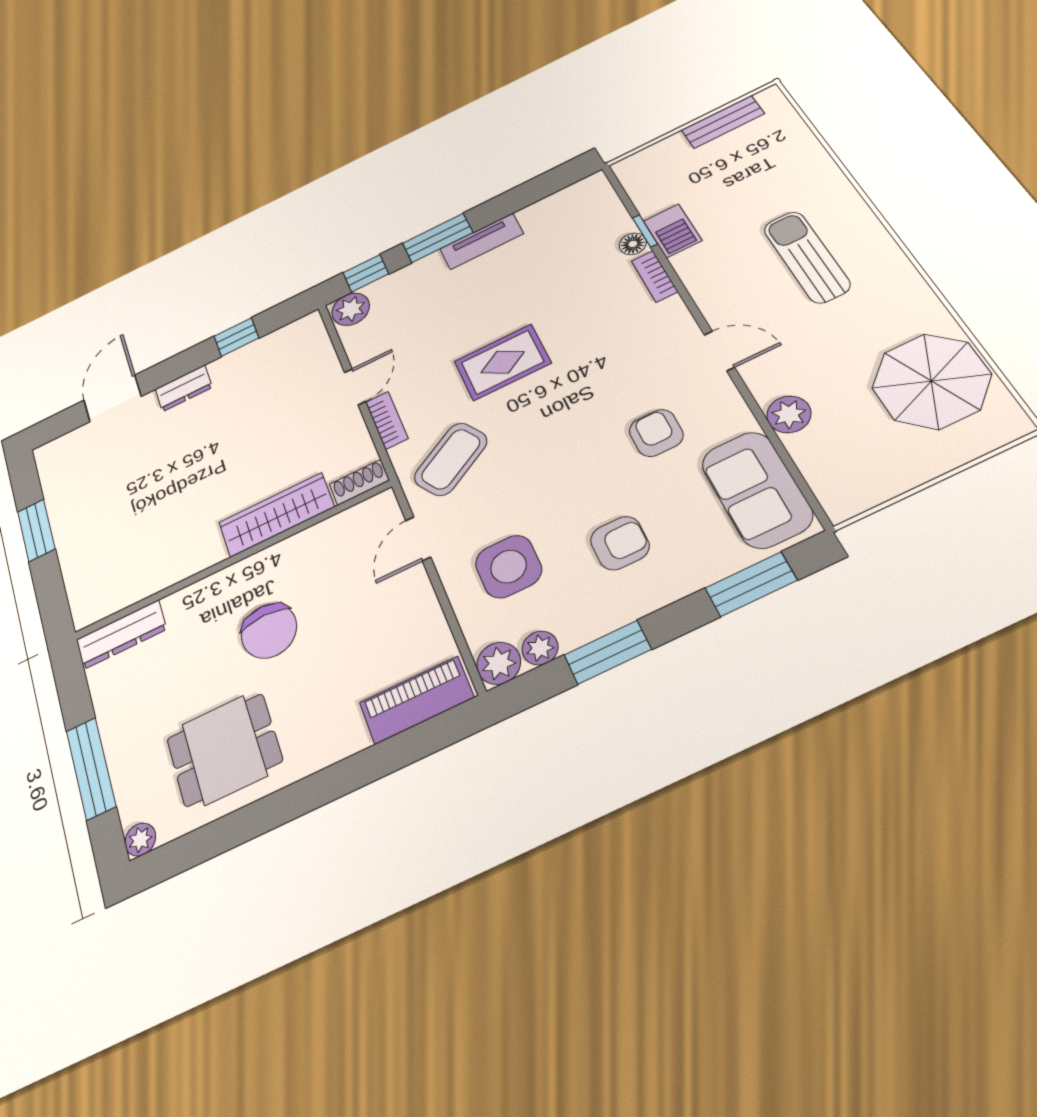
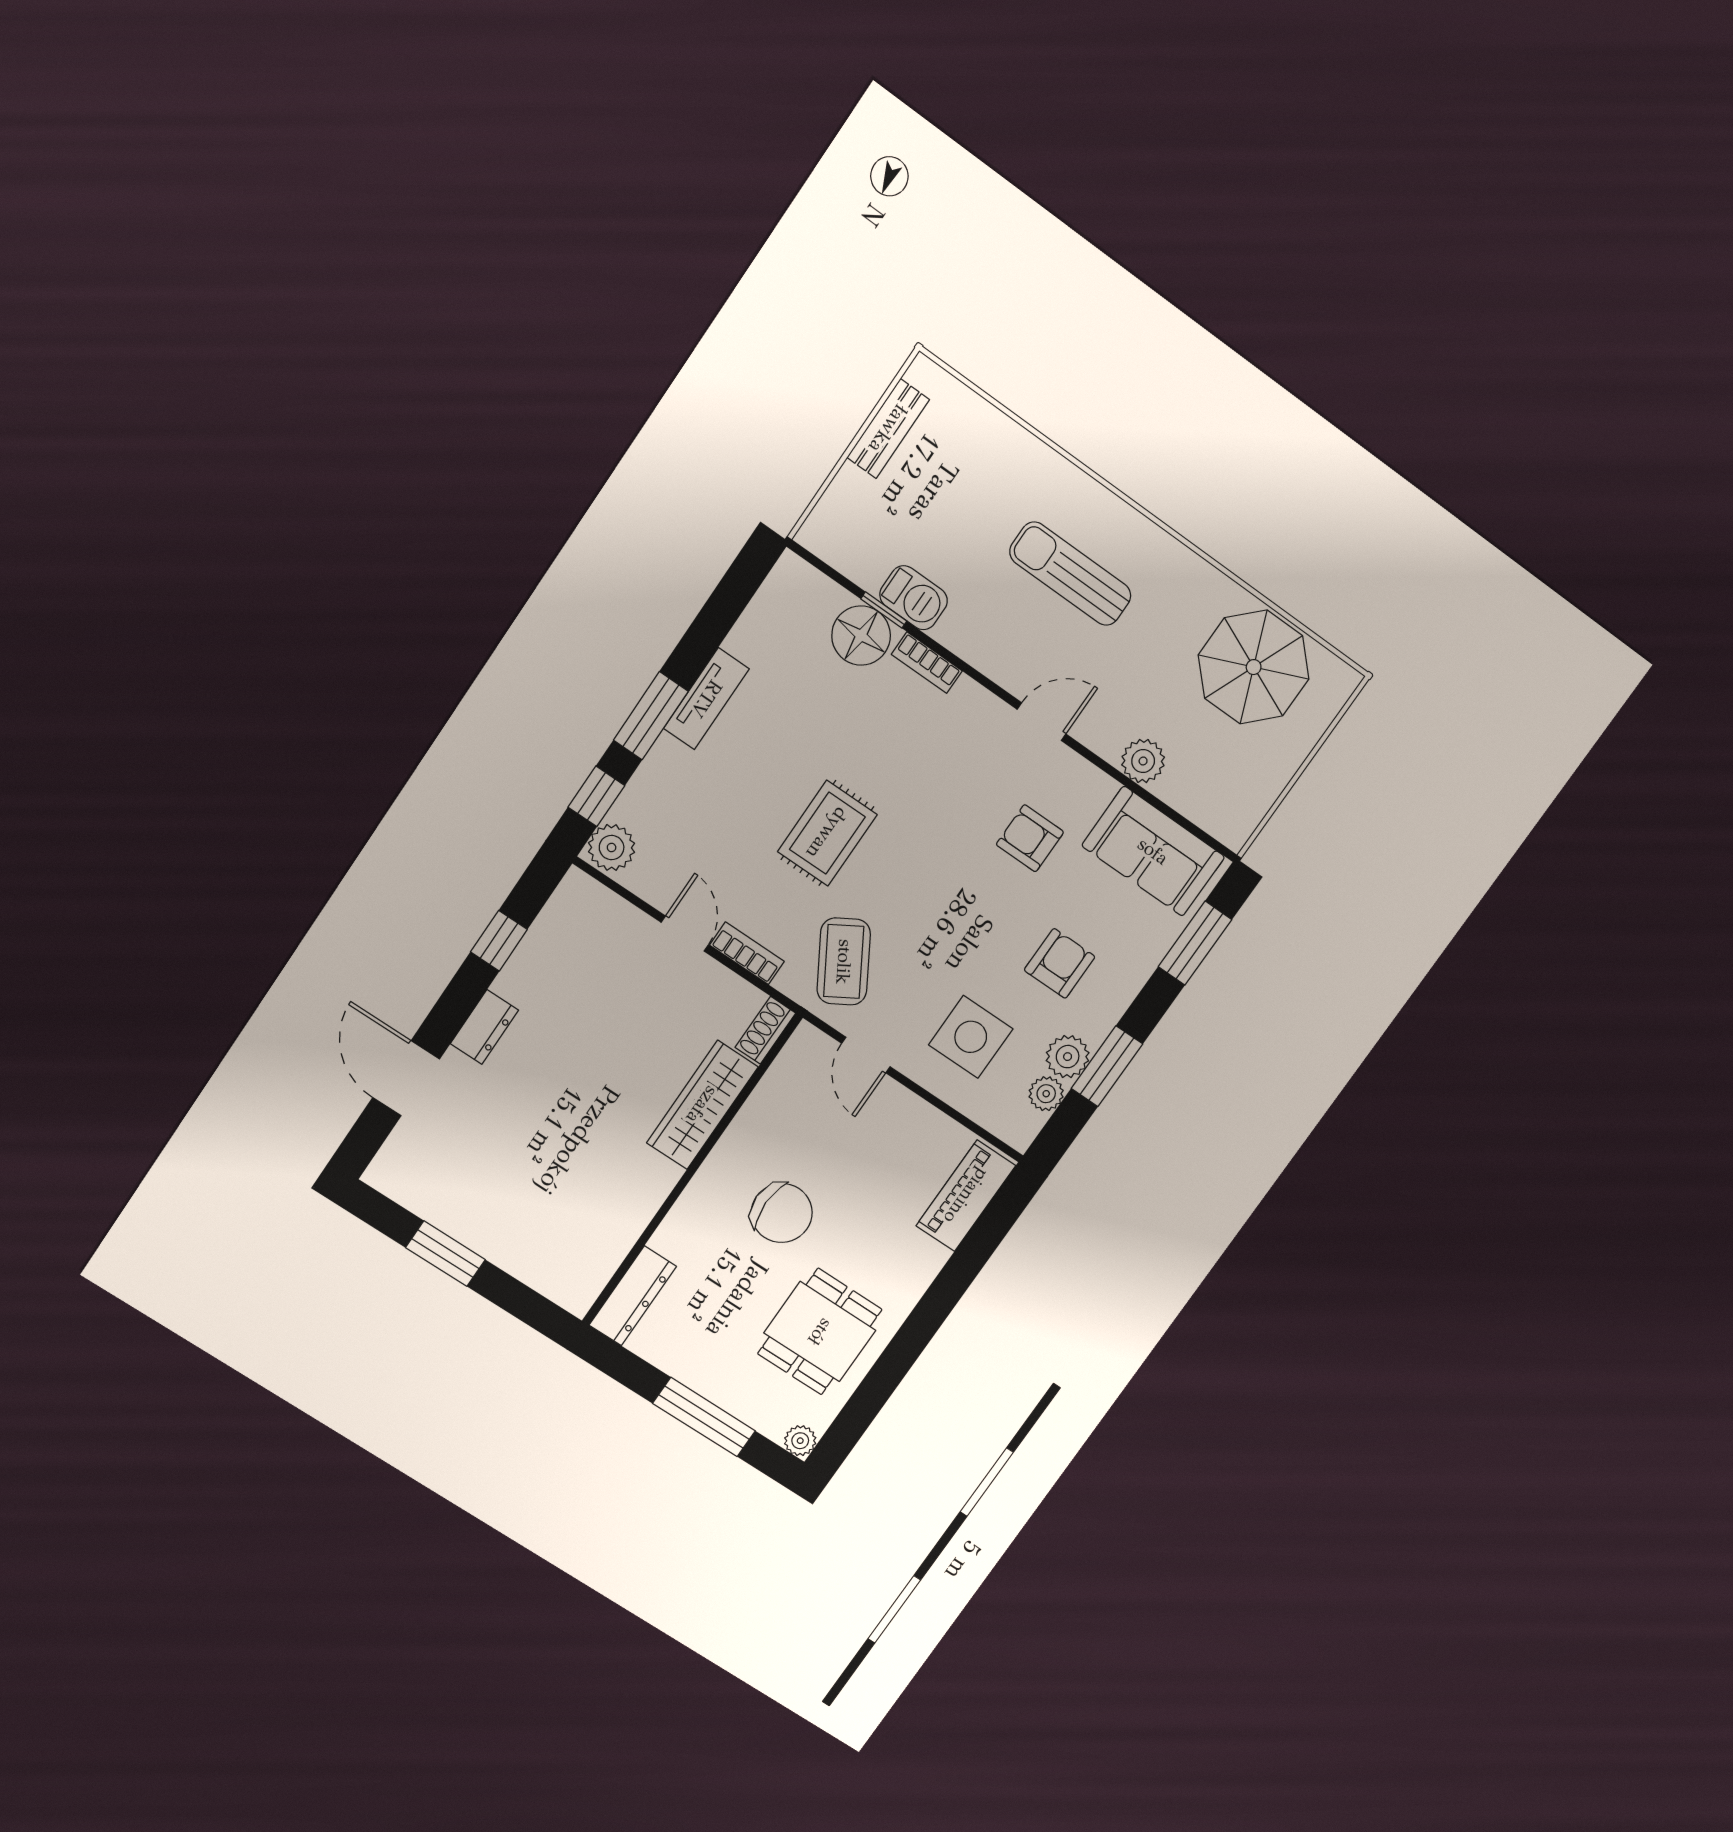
floor lamp: (633, 244) -> (861, 636), width x1.89, depth x1.89
plant: (499, 663) -> (1068, 1057), moved

